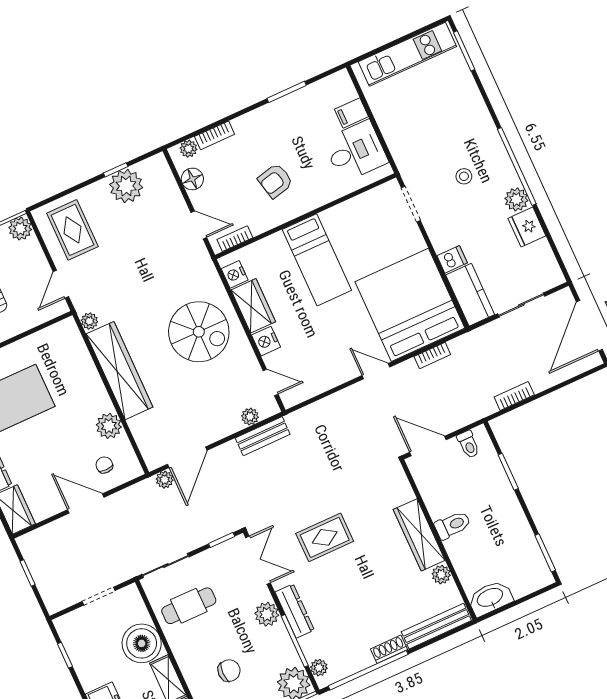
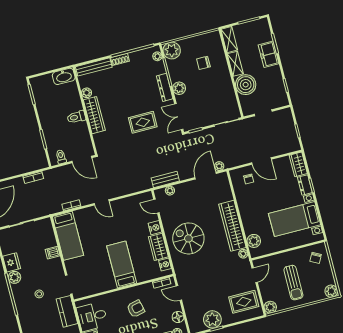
rug: (72, 230) -> (244, 302), turned 90
kitchen counter: (470, 295) -> (67, 311), moved
bed: (410, 305) -> (68, 236), width x0.49
plant: (109, 426) -> (254, 241), moved
cafe table: (189, 606) -> (218, 100), removed

